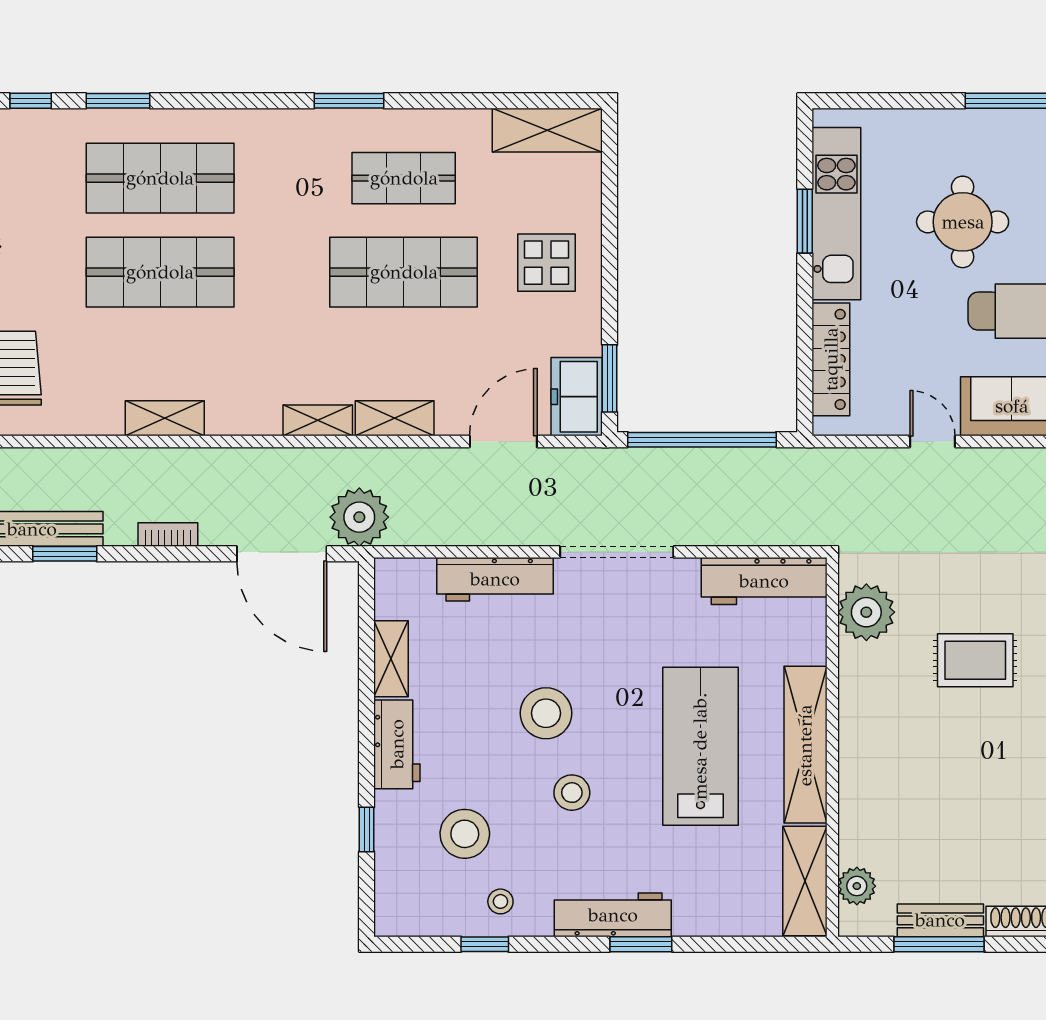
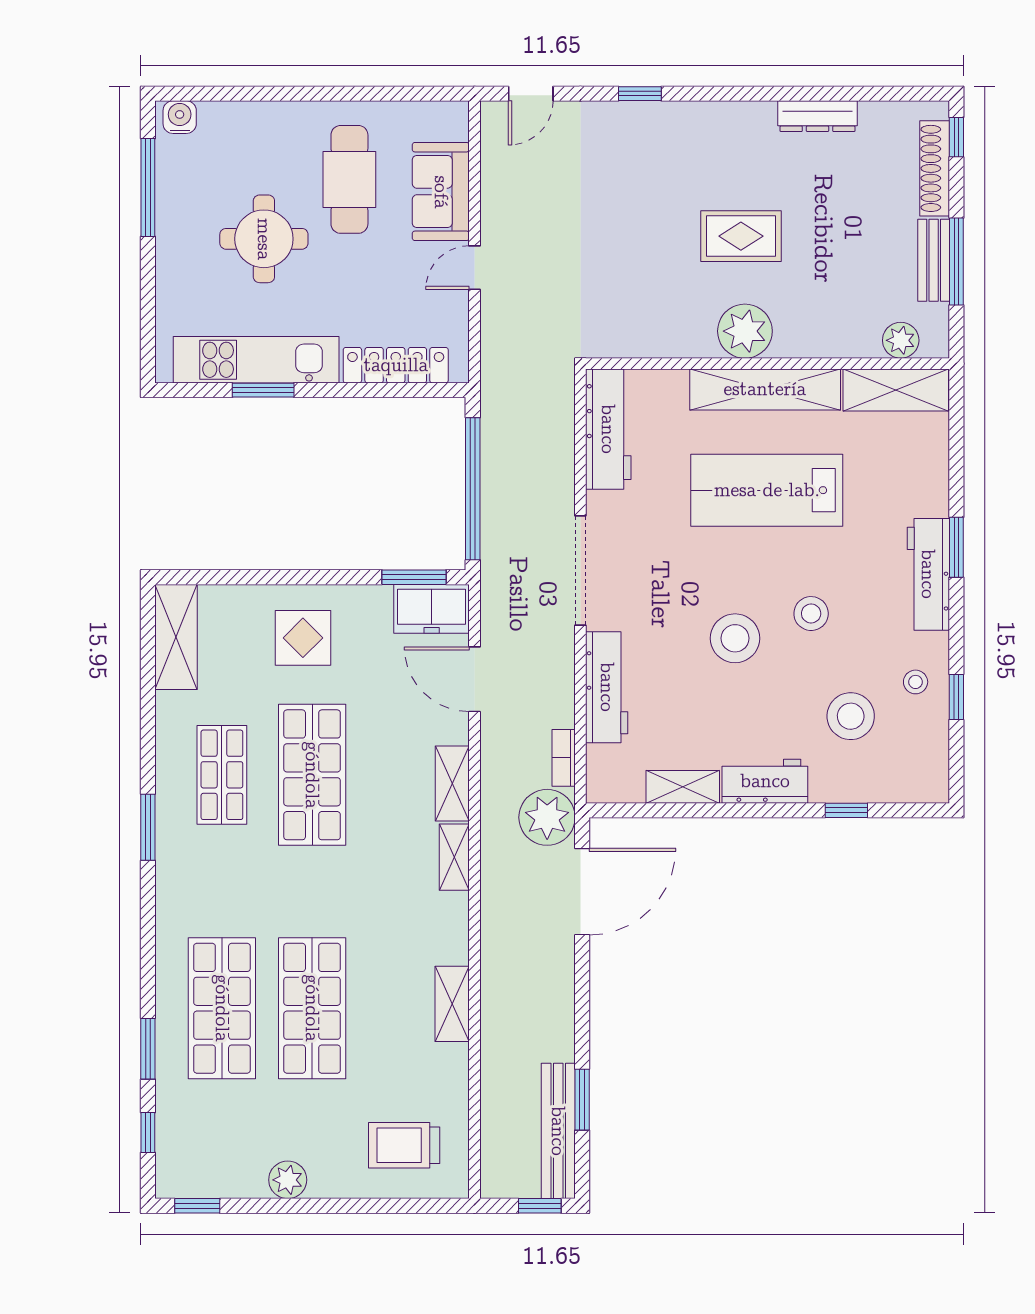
bookcase: (168, 535) -> (564, 758), moved
plant: (866, 612) -> (745, 331), moved
rug: (975, 660) -> (741, 236), moved, turned 90

